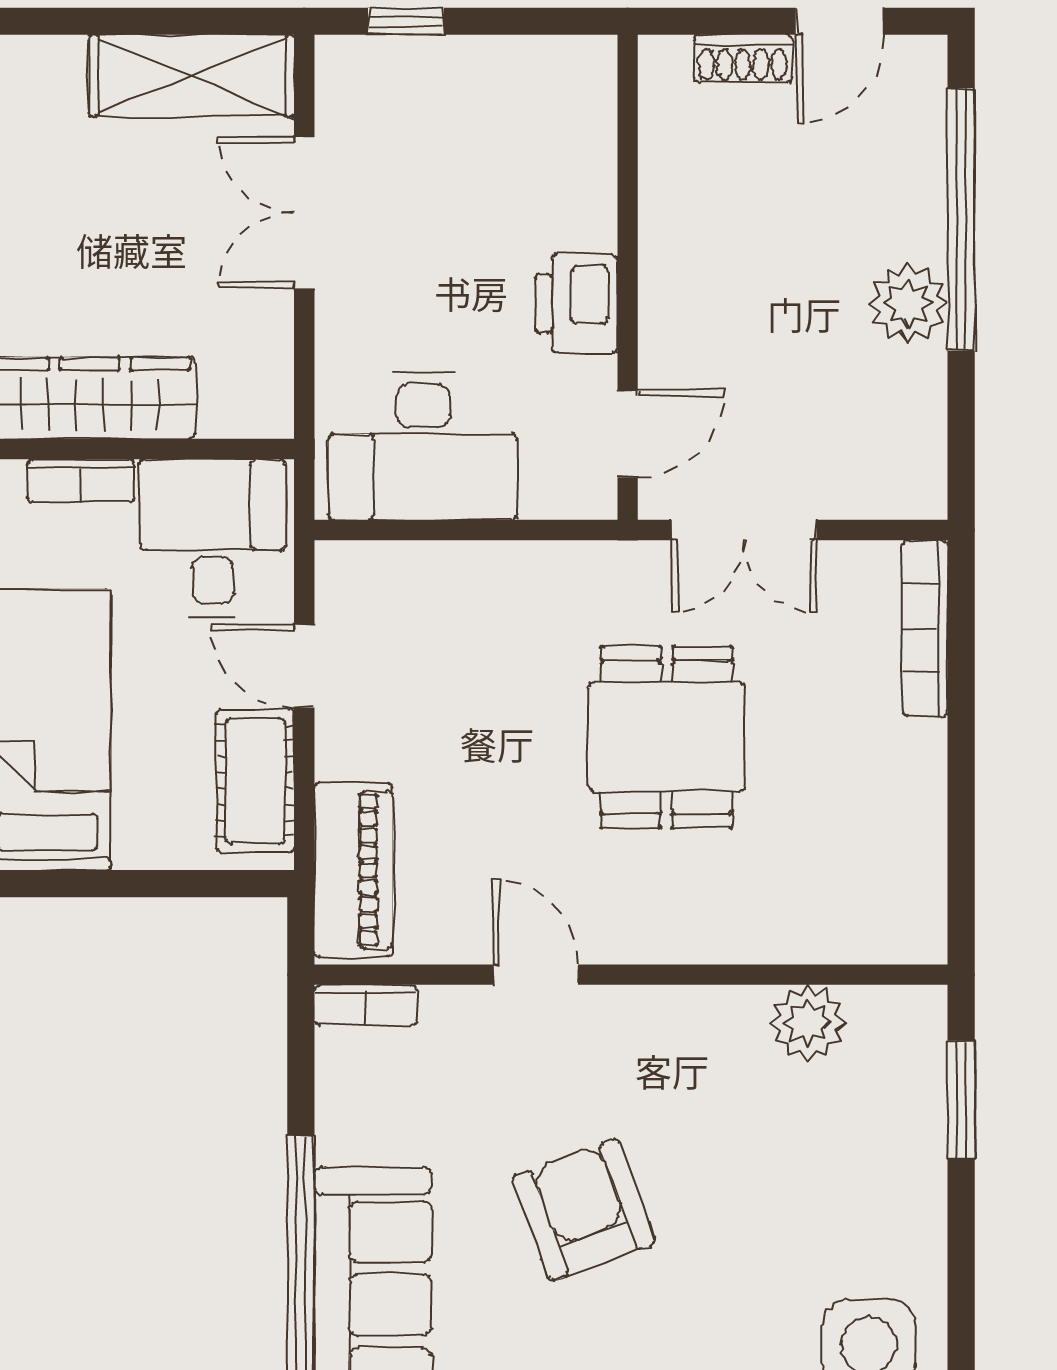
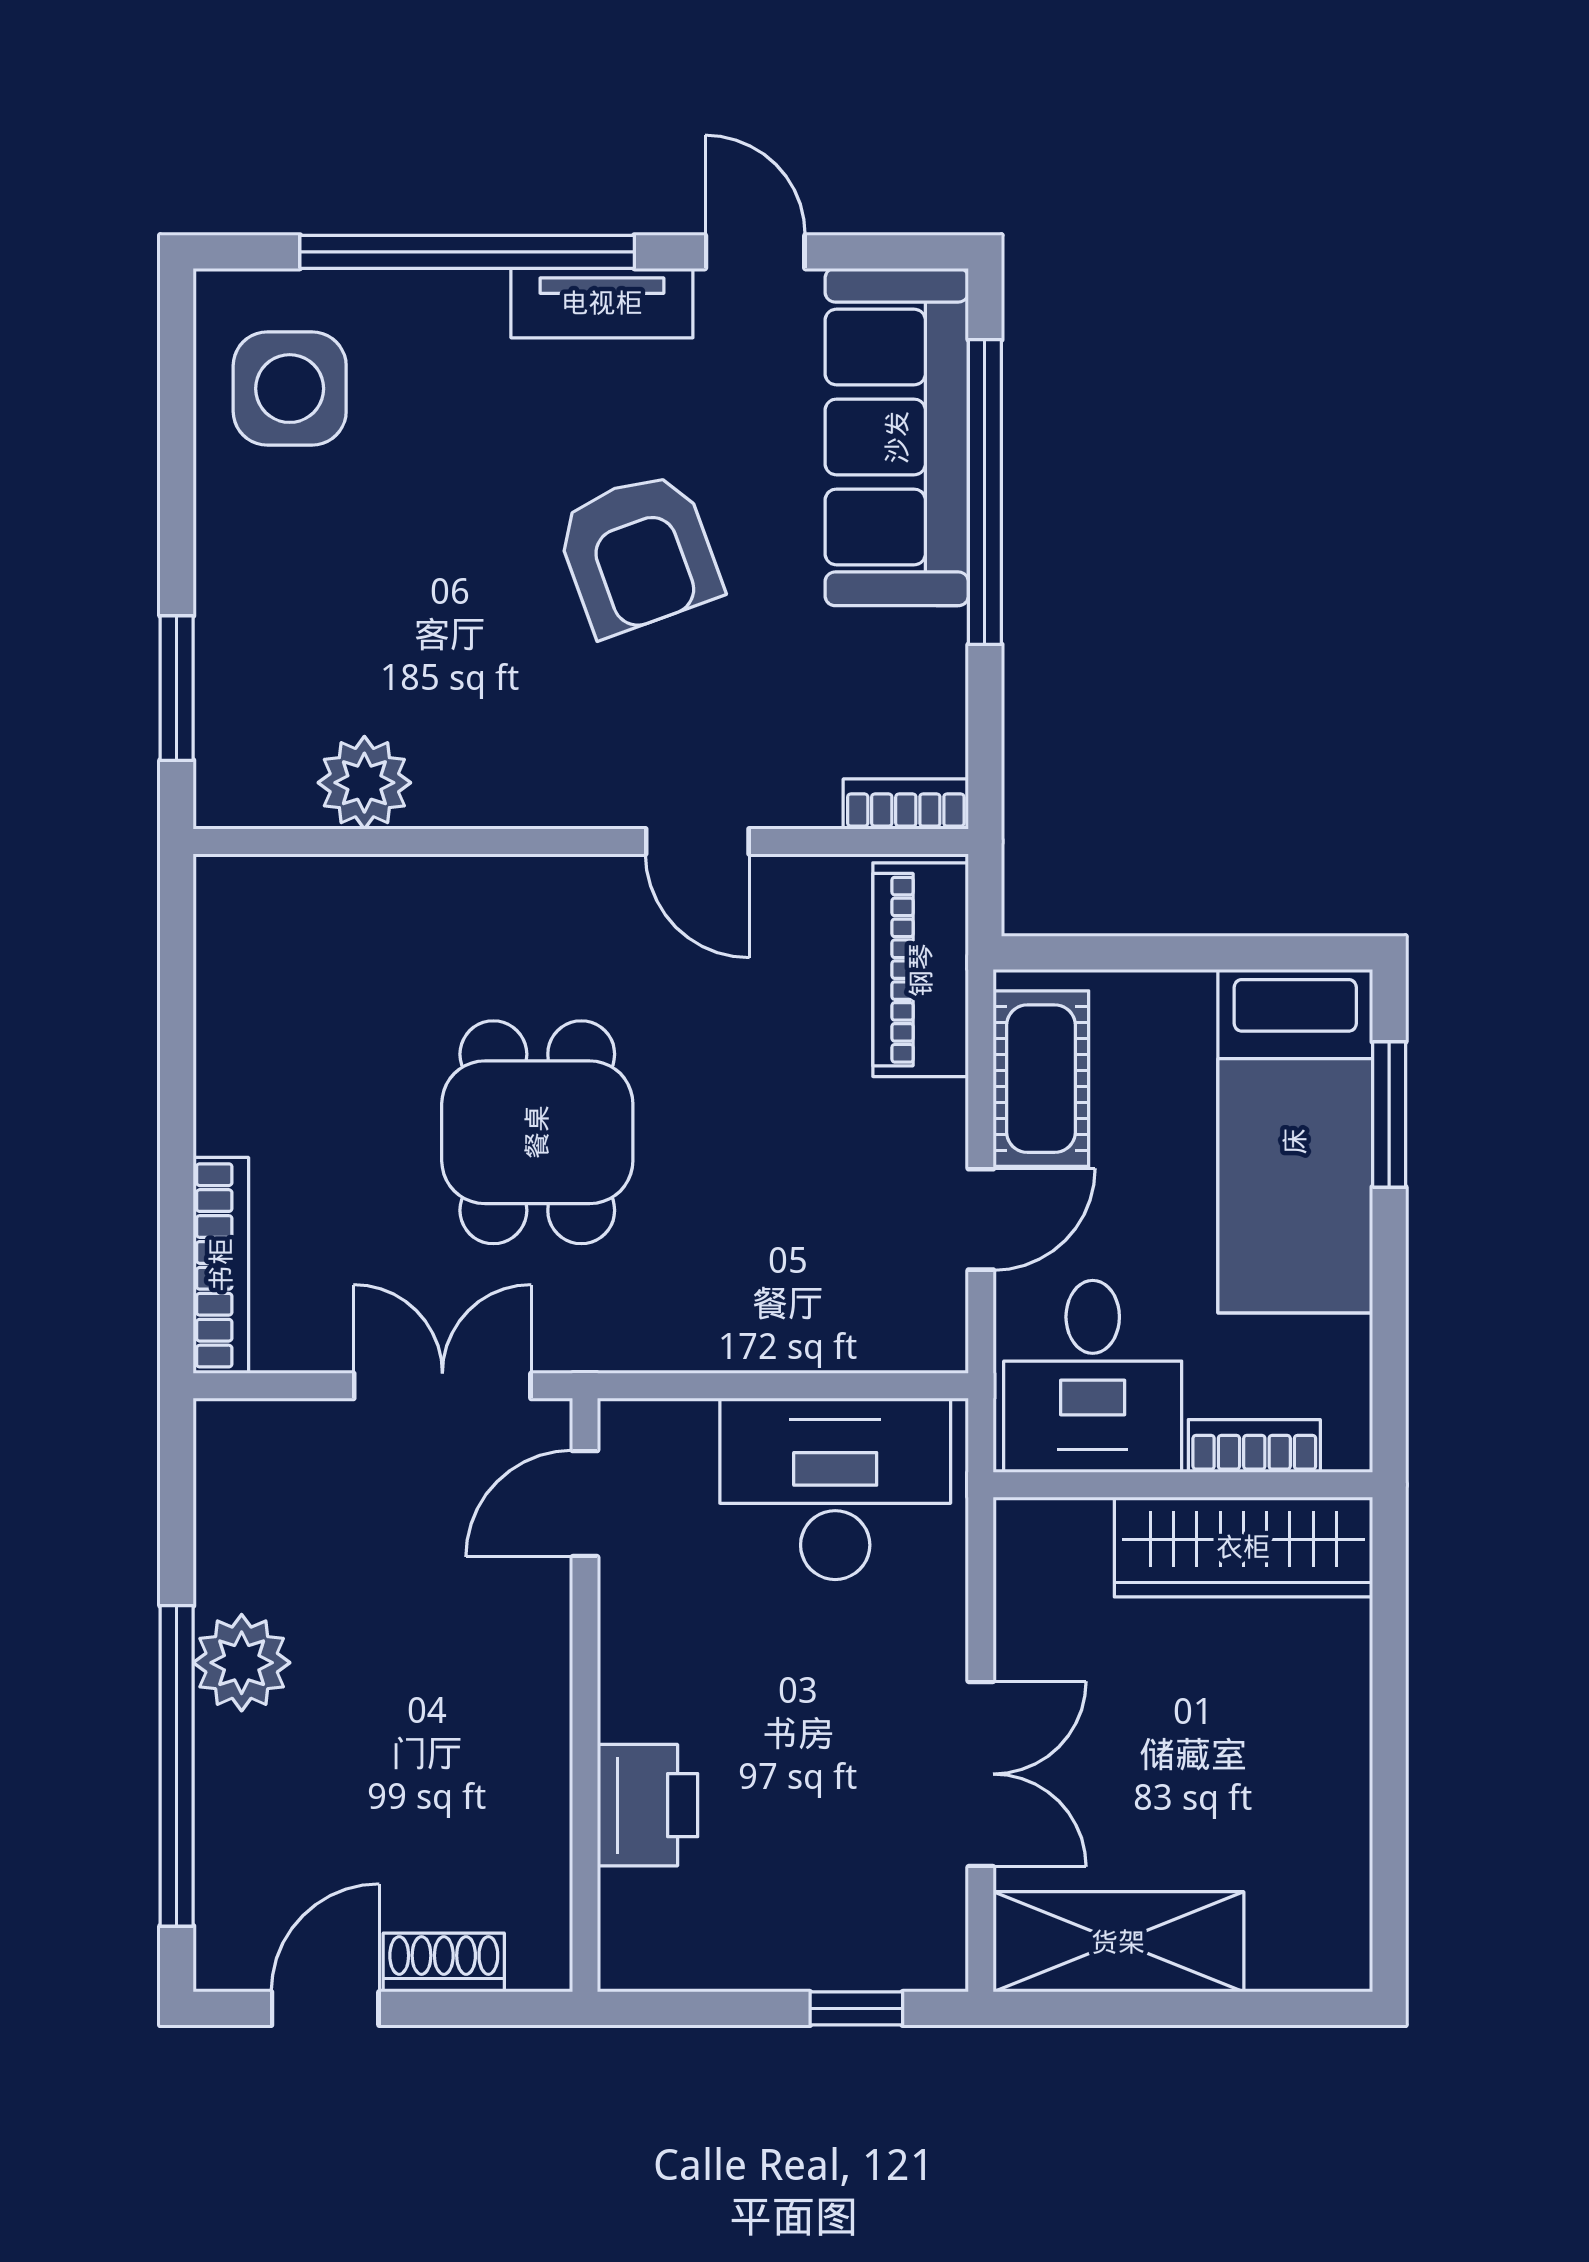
printer: (577, 304) -> (648, 1805), moved
door: (304, 666) -> (981, 1219), hinge flipped

